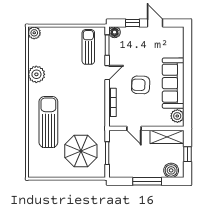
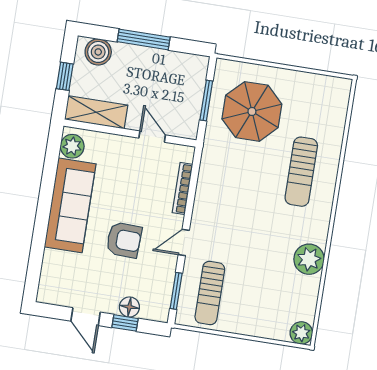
floor lamp: (115, 32) -> (129, 307), moved
armchair: (141, 85) -> (124, 240), moved
sun lounger: (48, 122) -> (301, 172), width x0.73, depth x0.75

